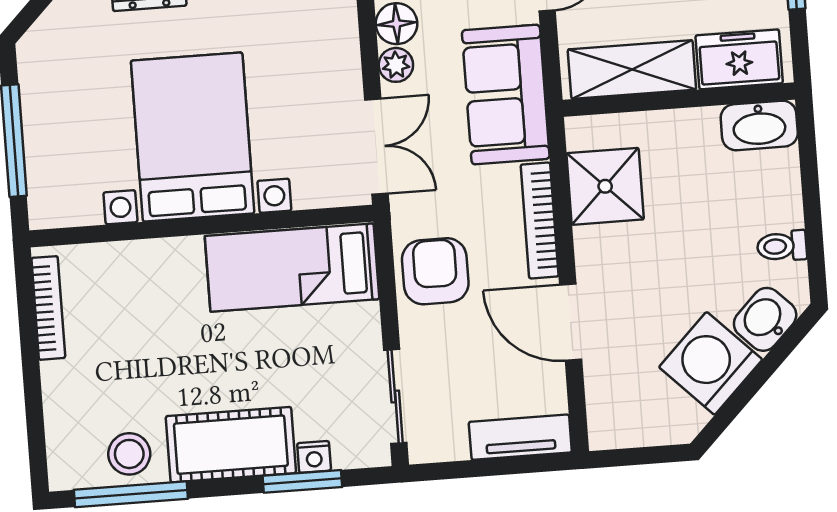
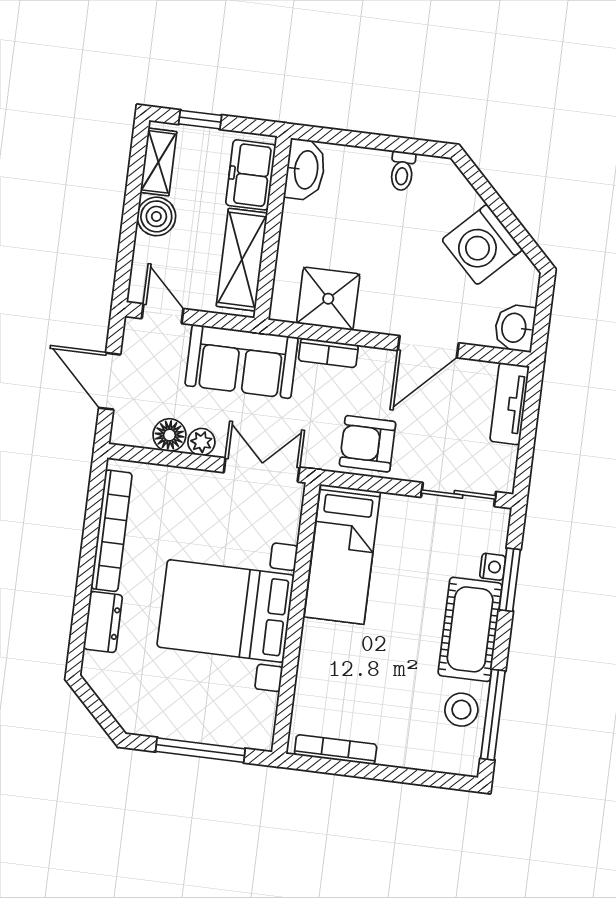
bookcase: (540, 220) -> (328, 353), width x0.64
washbasin: (765, 319) -> (515, 328), moved, turned 45

